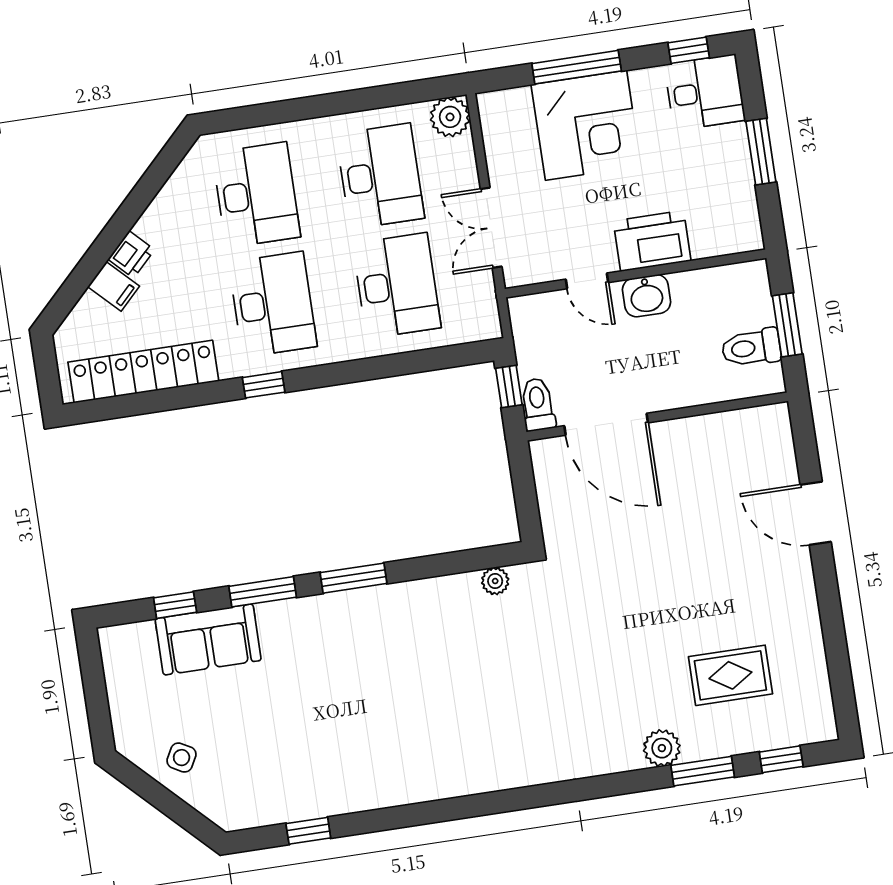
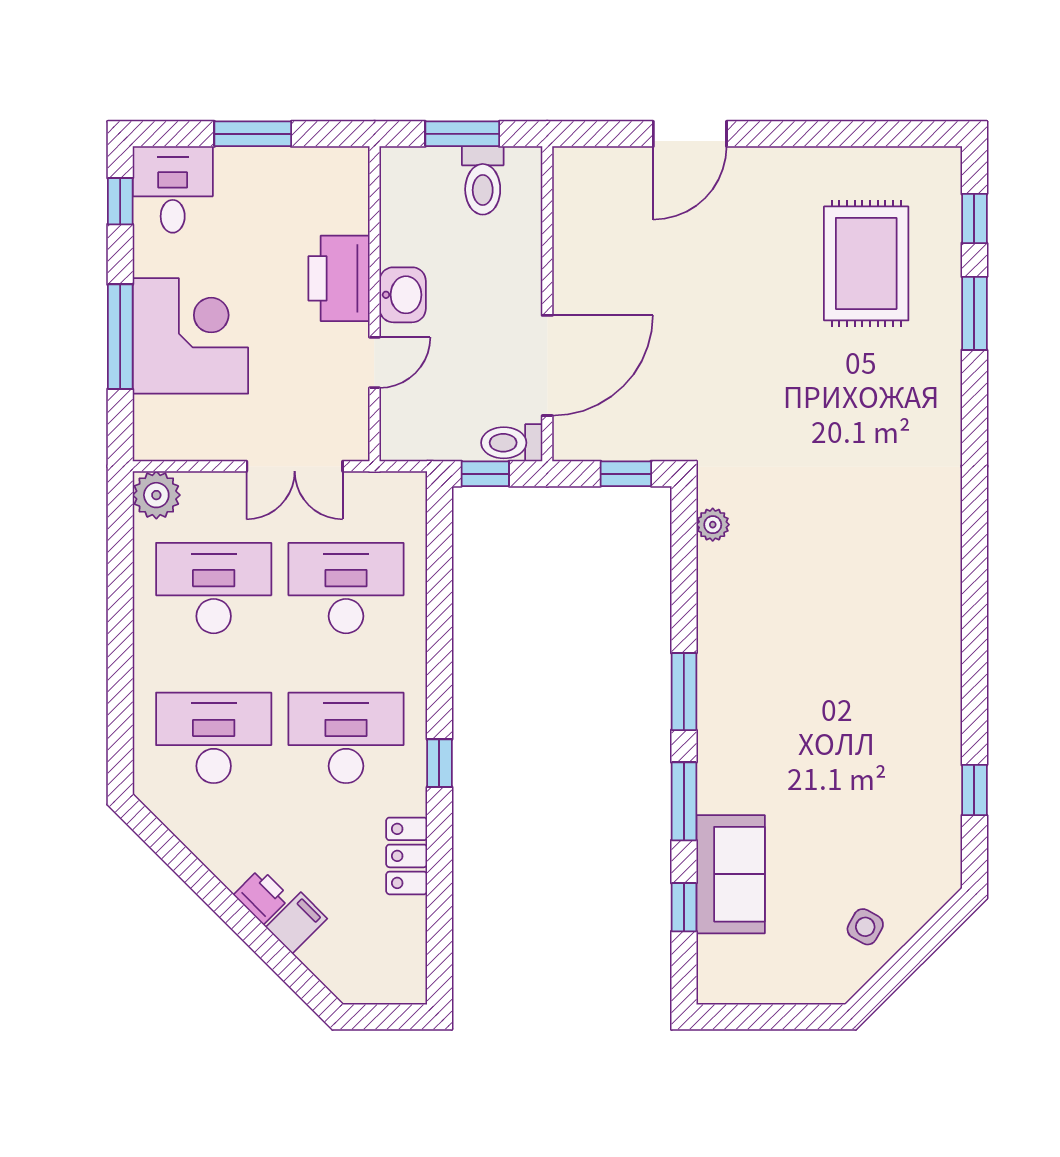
locker: (143, 372) -> (407, 856), width x0.46, depth x0.83
window: (526, 503) -> (626, 474), added
rug: (730, 675) -> (866, 263), width x1.36, depth x1.43
plant: (662, 748) -> (940, 358), removed

